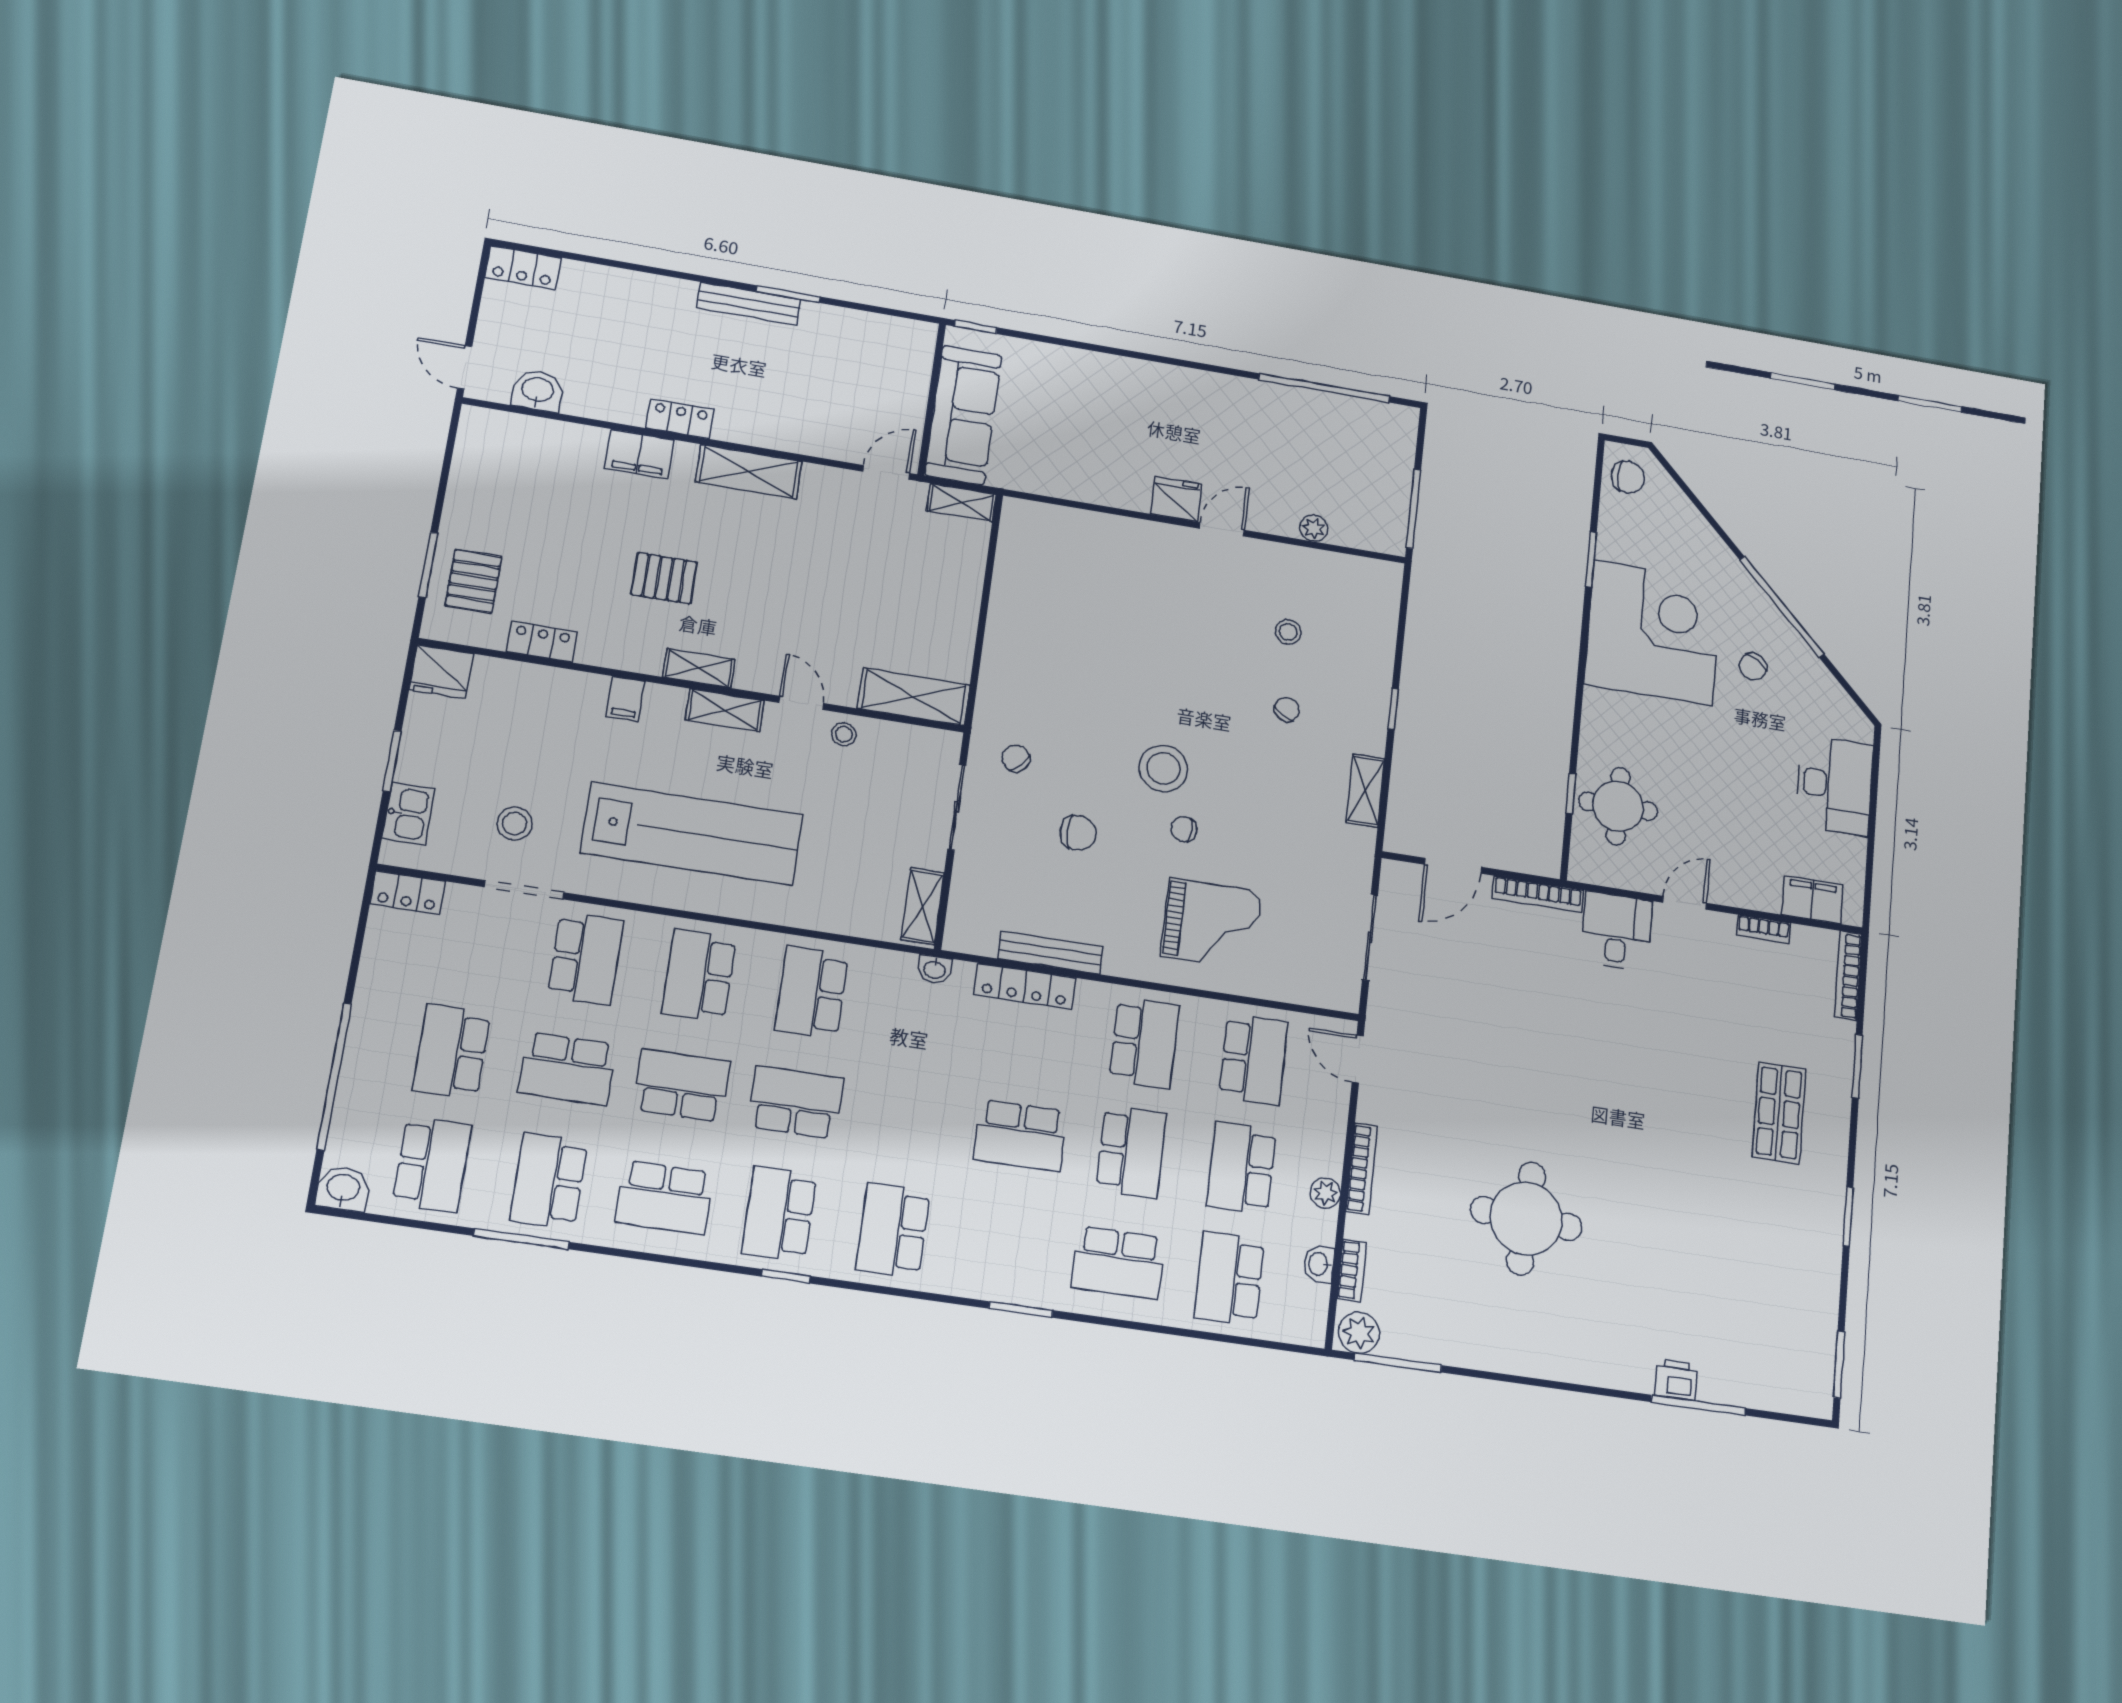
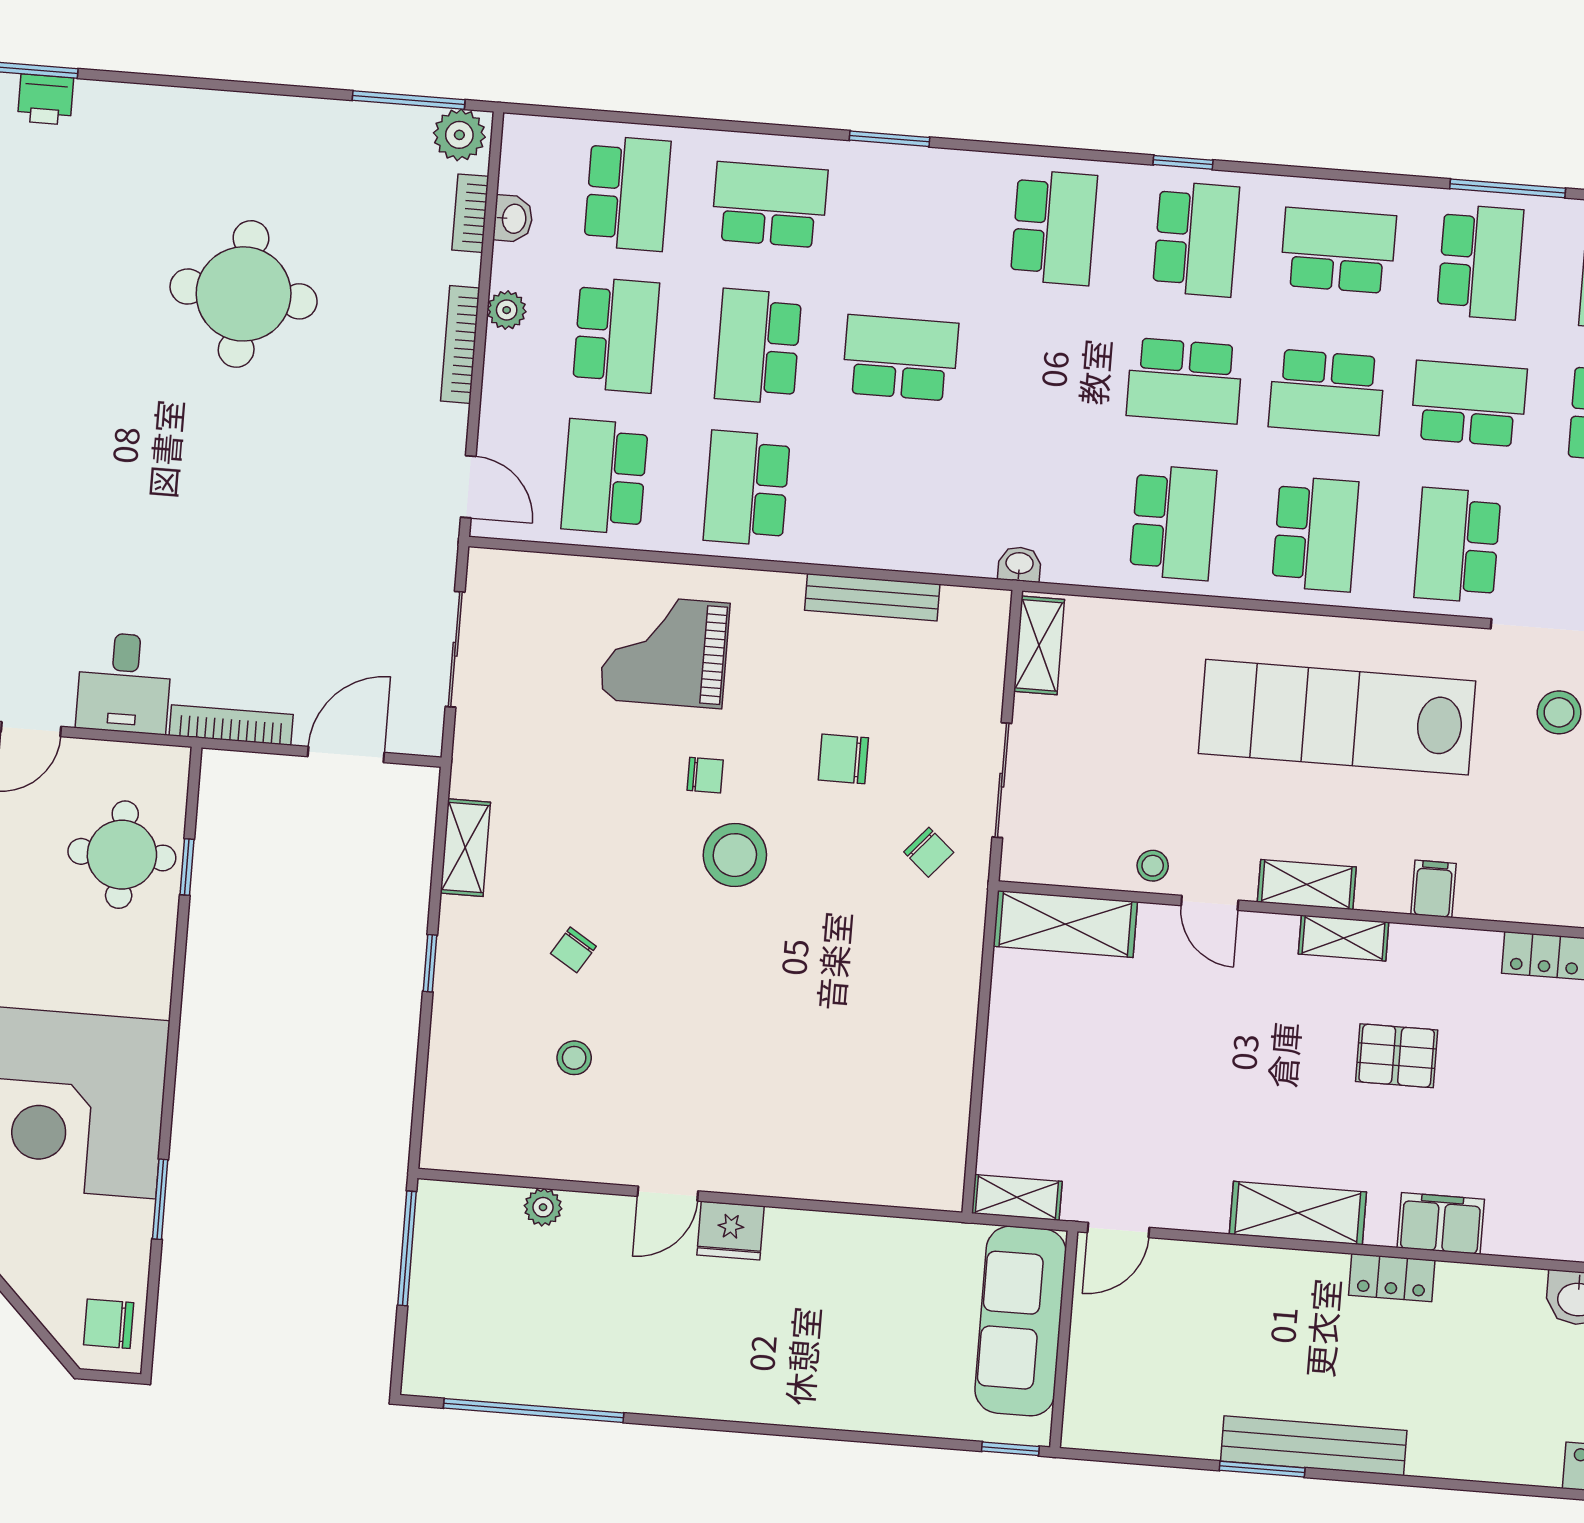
bench: (749, 304) -> (1314, 1446), width x1.37, depth x1.21
locker: (1025, 986) -> (903, 551), removed

